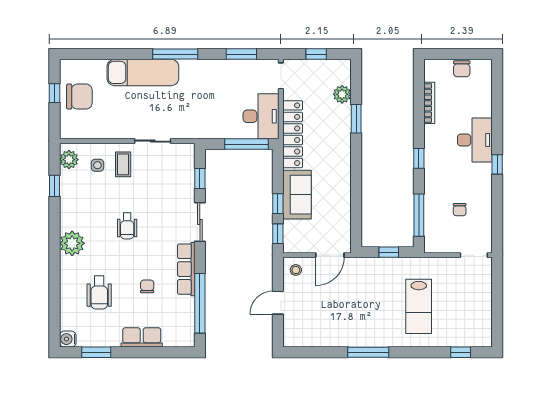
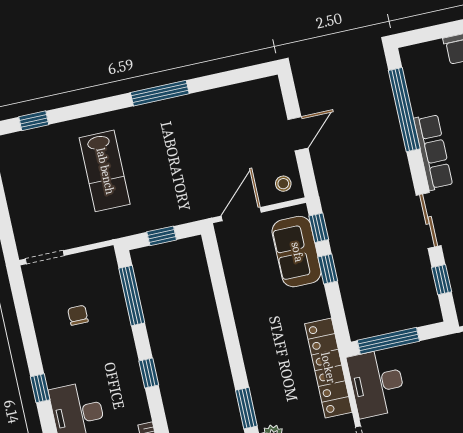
sofa: (297, 195) -> (297, 252), moved
lab bench: (419, 306) -> (105, 171), turned 180

